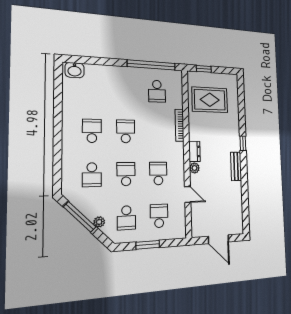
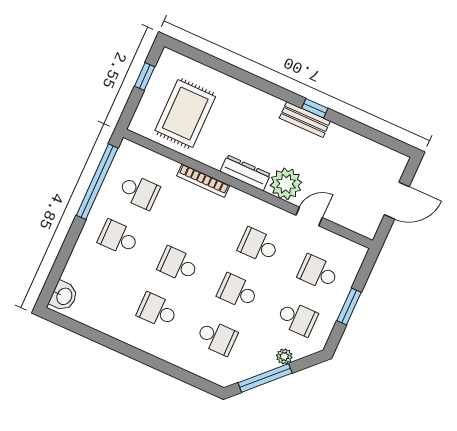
window: (204, 69) -> (145, 77), moved
school desk: (125, 90) -> (118, 238), added
window: (243, 143) -> (315, 108), moved
dresser: (194, 151) -> (245, 173), width x1.44
plant: (194, 168) -> (286, 184), width x1.88, depth x1.88

